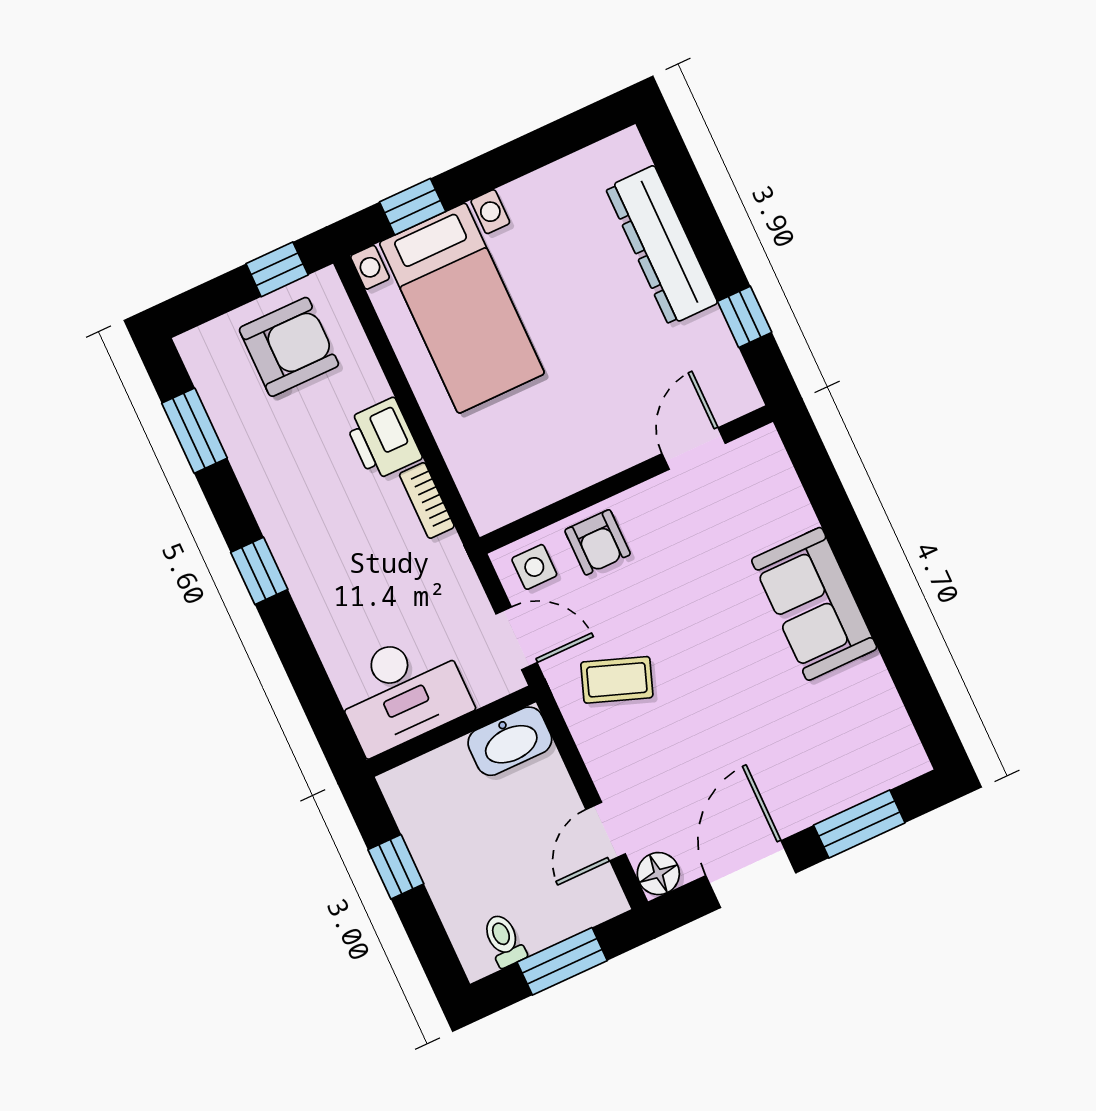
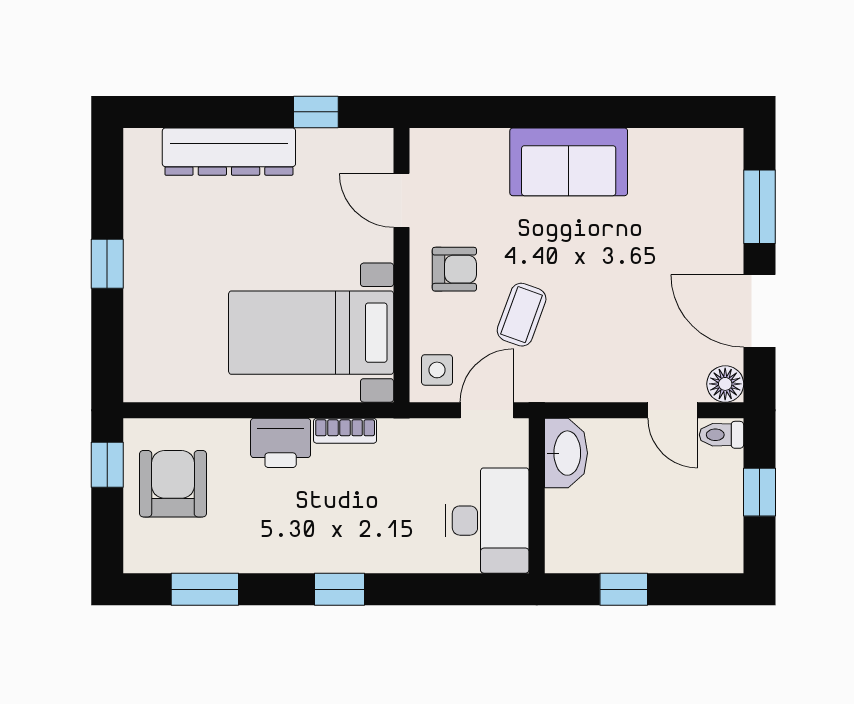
window: (413, 207) -> (107, 264), moved
bed with nightstands: (462, 308) -> (311, 333), moved, turned 180
armchair: (598, 542) -> (454, 269), moved
coffee table: (617, 680) -> (522, 315), moved
toilet: (504, 940) -> (721, 435), moved
window: (562, 961) -> (759, 492), width x0.67

